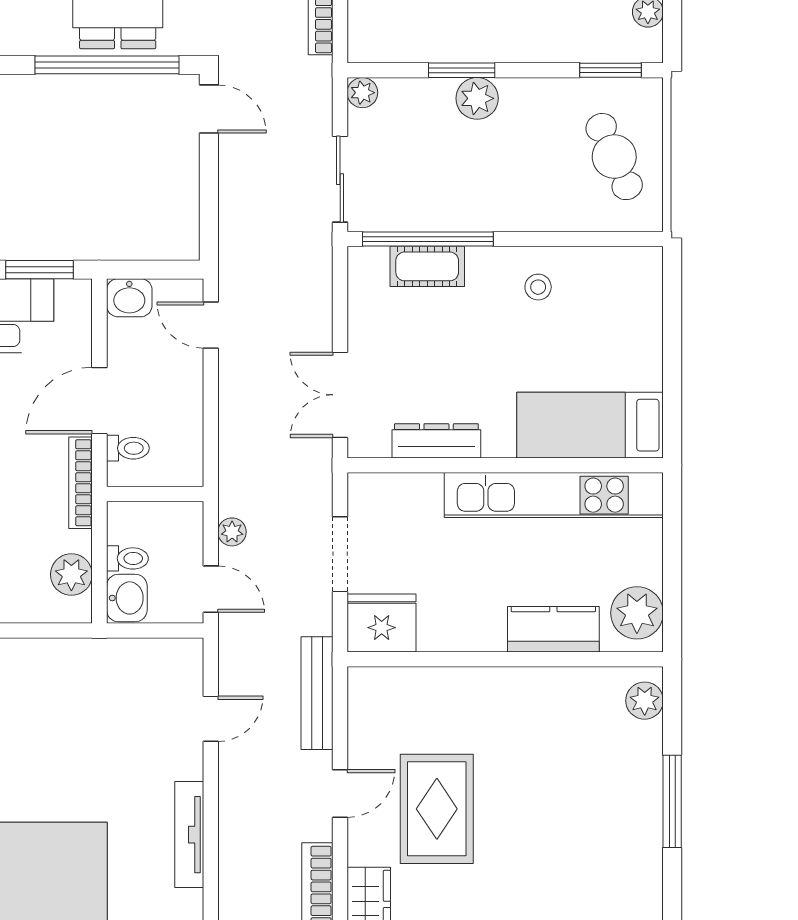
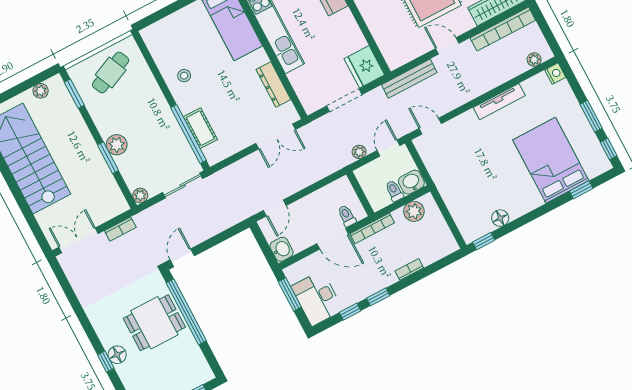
door: (211, 719) -> (430, 126), moved

